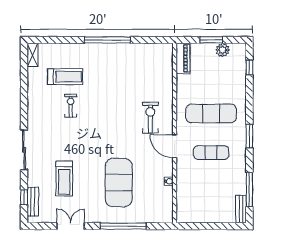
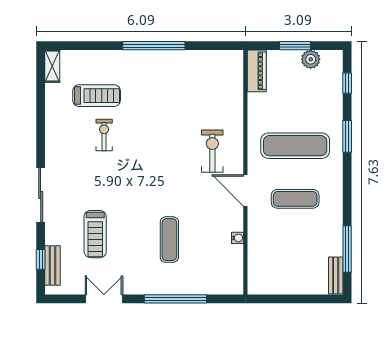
window: (249, 136) -> (347, 136), moved
exercise mat: (119, 183) -> (169, 240), width x0.50, depth x0.69

